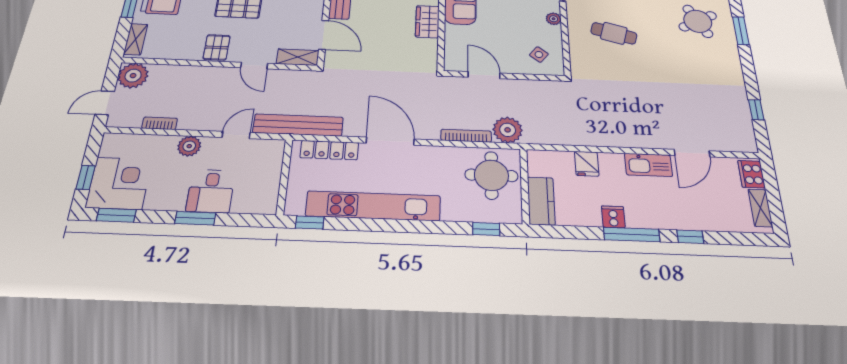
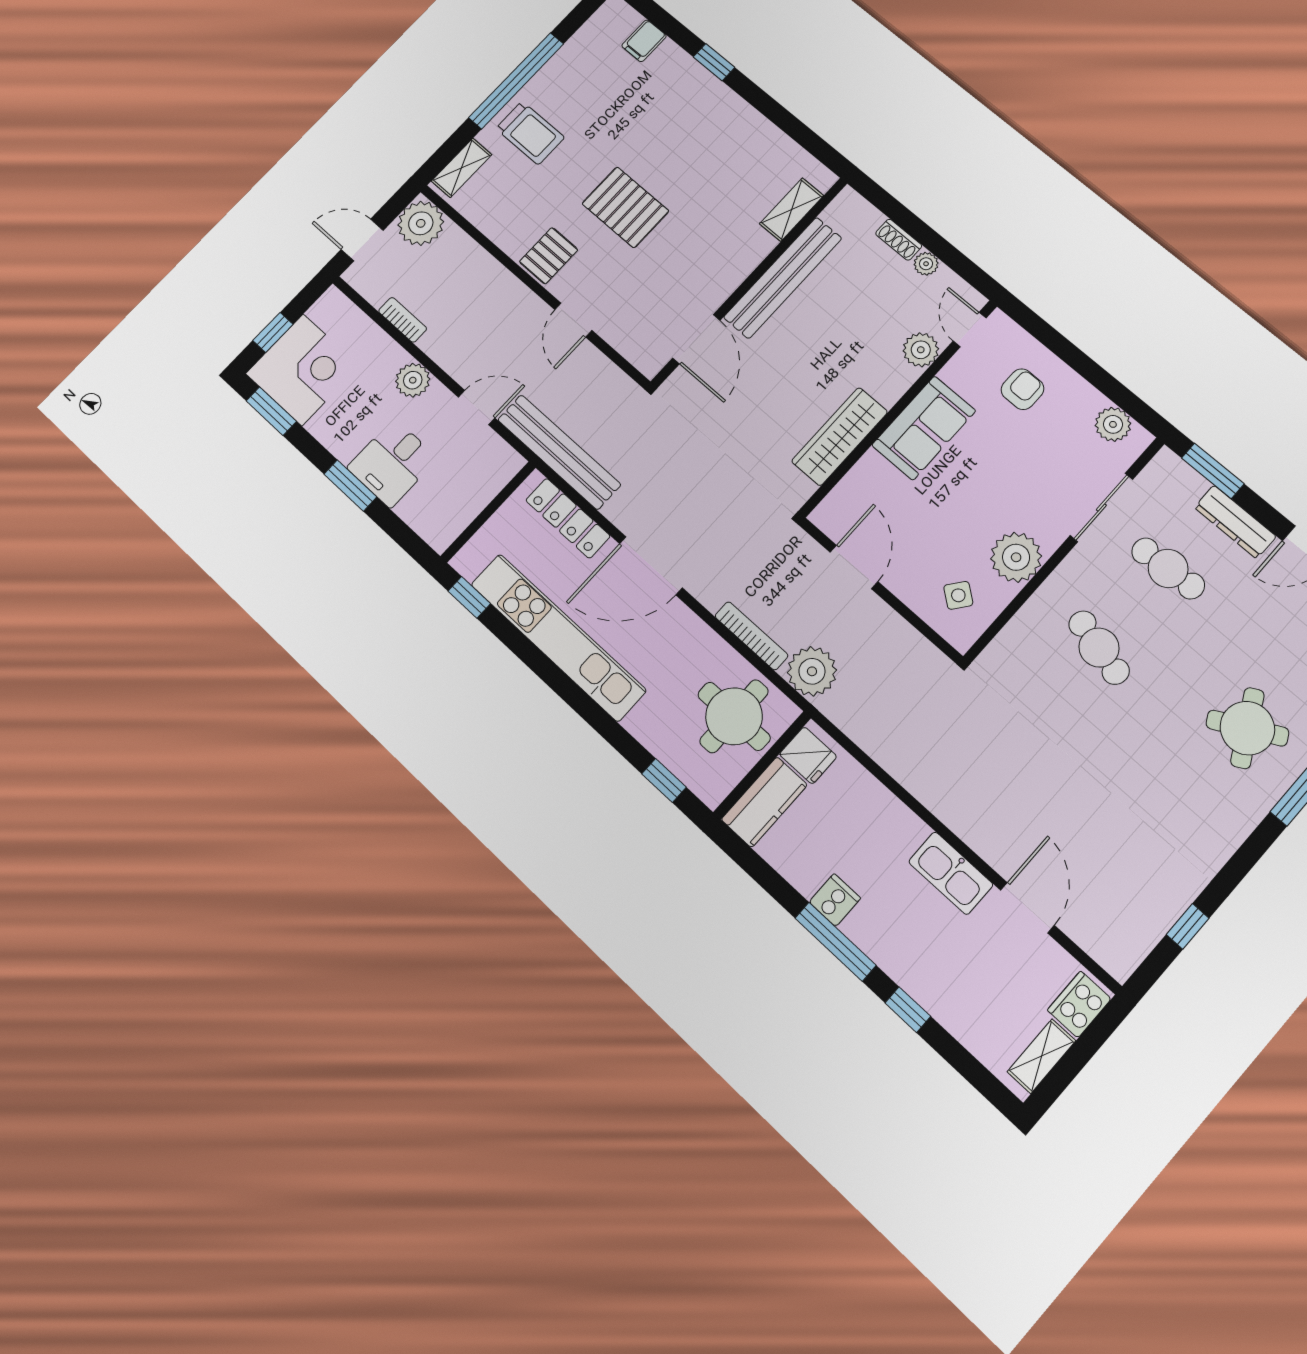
plant: (554, 19) -> (1016, 557), width x1.88, depth x1.88
wardrobe: (427, 22) -> (840, 436), width x1.50
shelving: (298, 57) -> (636, 349), removed
door: (390, 141) -> (651, 566), swing flipped
door: (692, 153) -> (1027, 908), swing flipped
fridge: (587, 164) -> (808, 755), moved, turned -90

